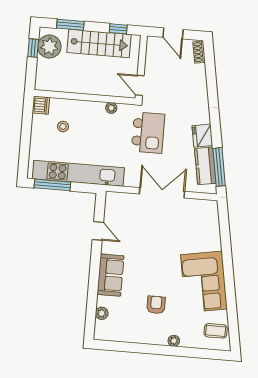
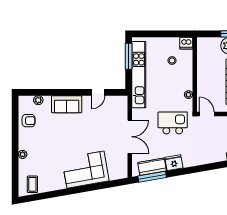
door: (140, 85) -> (207, 114), hinge flipped
kitchen island: (148, 133) -> (173, 123), turned 180
corner sofa: (204, 282) -> (86, 170), moved
armchair: (156, 305) -> (29, 121), moved

